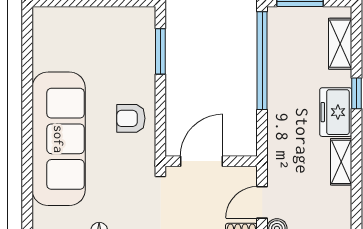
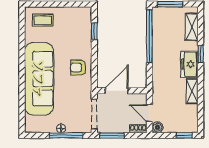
coffee table: (66, 31) -> (43, 20), added
window: (160, 51) -> (94, 31), width x0.67
door: (262, 202) -> (149, 113), hinge flipped

